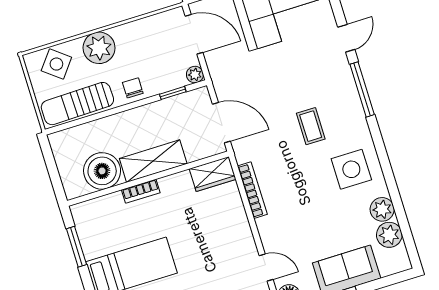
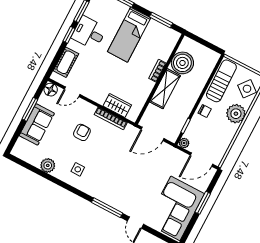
coffee table: (311, 126) -> (113, 170), removed
side table: (351, 169) -> (78, 169), width x0.54, depth x0.54
wardrobe: (213, 174) -> (117, 105), moved, turned 90
armchair: (303, 208) -> (82, 132), added
plant: (389, 235) -> (34, 158), removed

